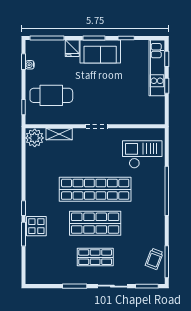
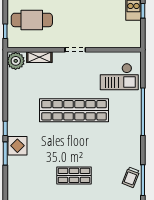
checkout: (142, 154) -> (119, 77), turned 180
shop shelf: (95, 223) -> (74, 143), removed

